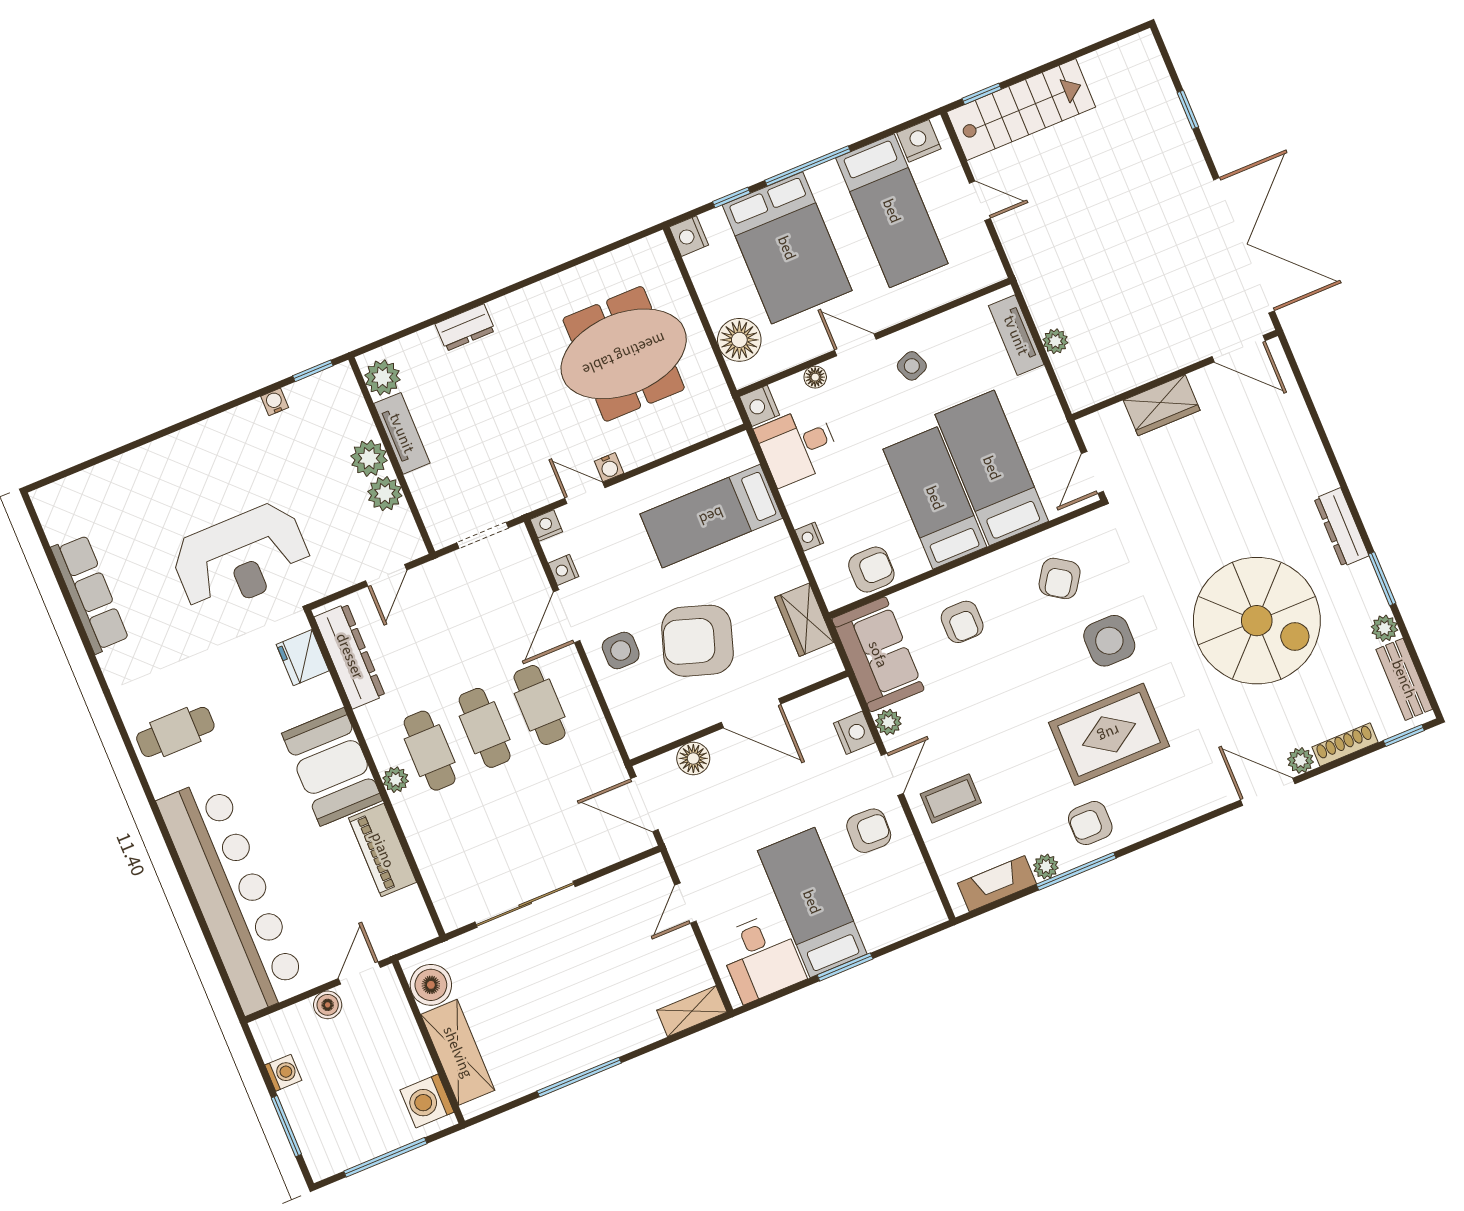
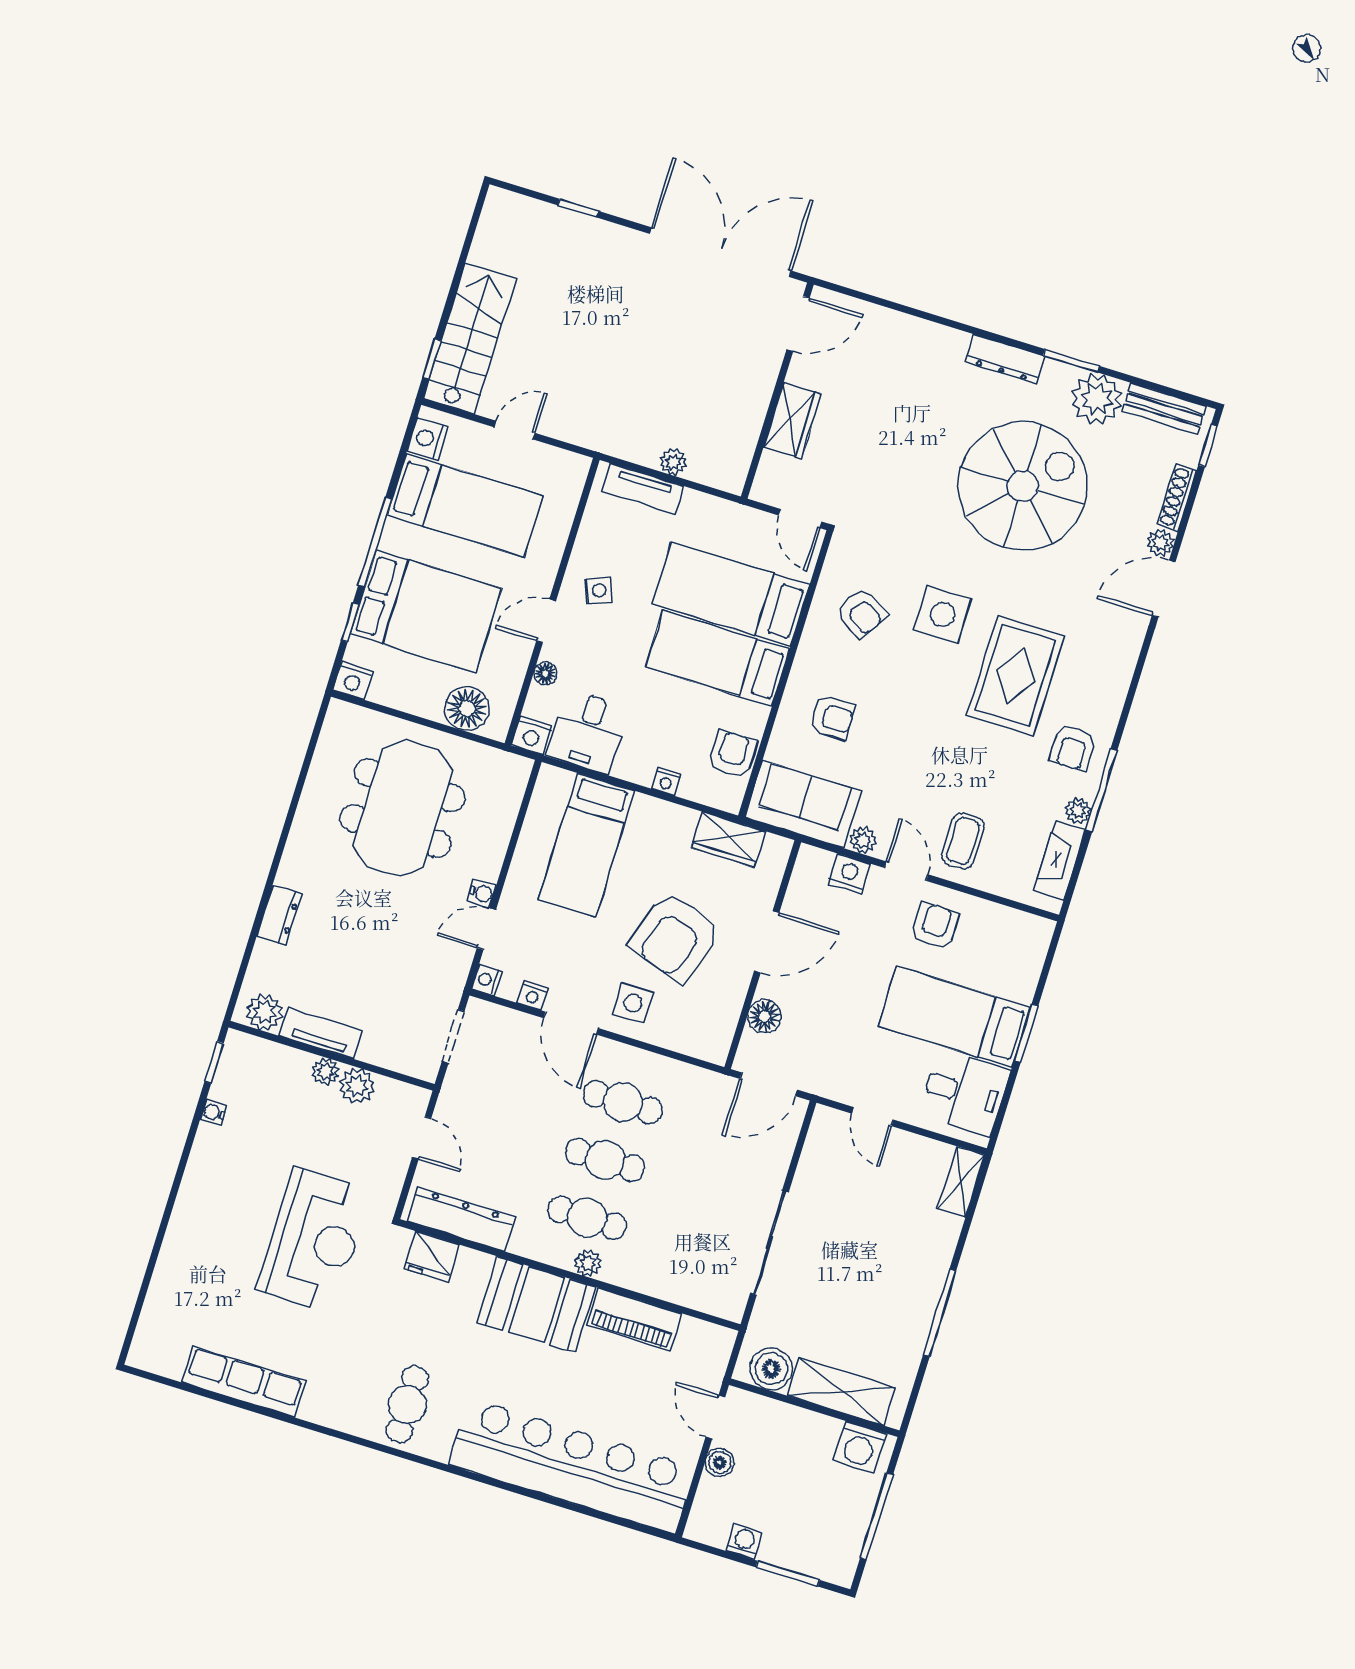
plant: (369, 458) -> (325, 1072), width x0.73, depth x0.73
plant: (1384, 628) -> (1097, 399), width x1.87, depth x1.87

